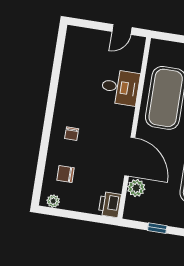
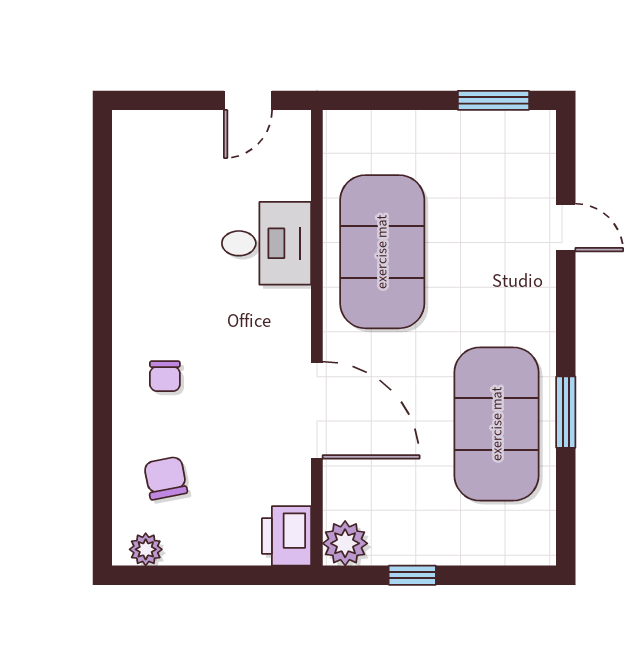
chair: (66, 174) -> (166, 478), turned 79
plant: (136, 188) -> (345, 543), moved

